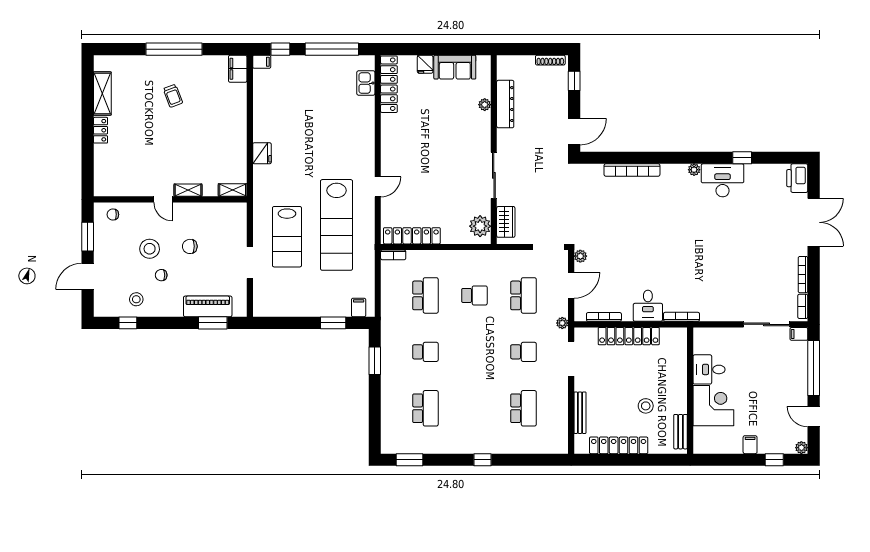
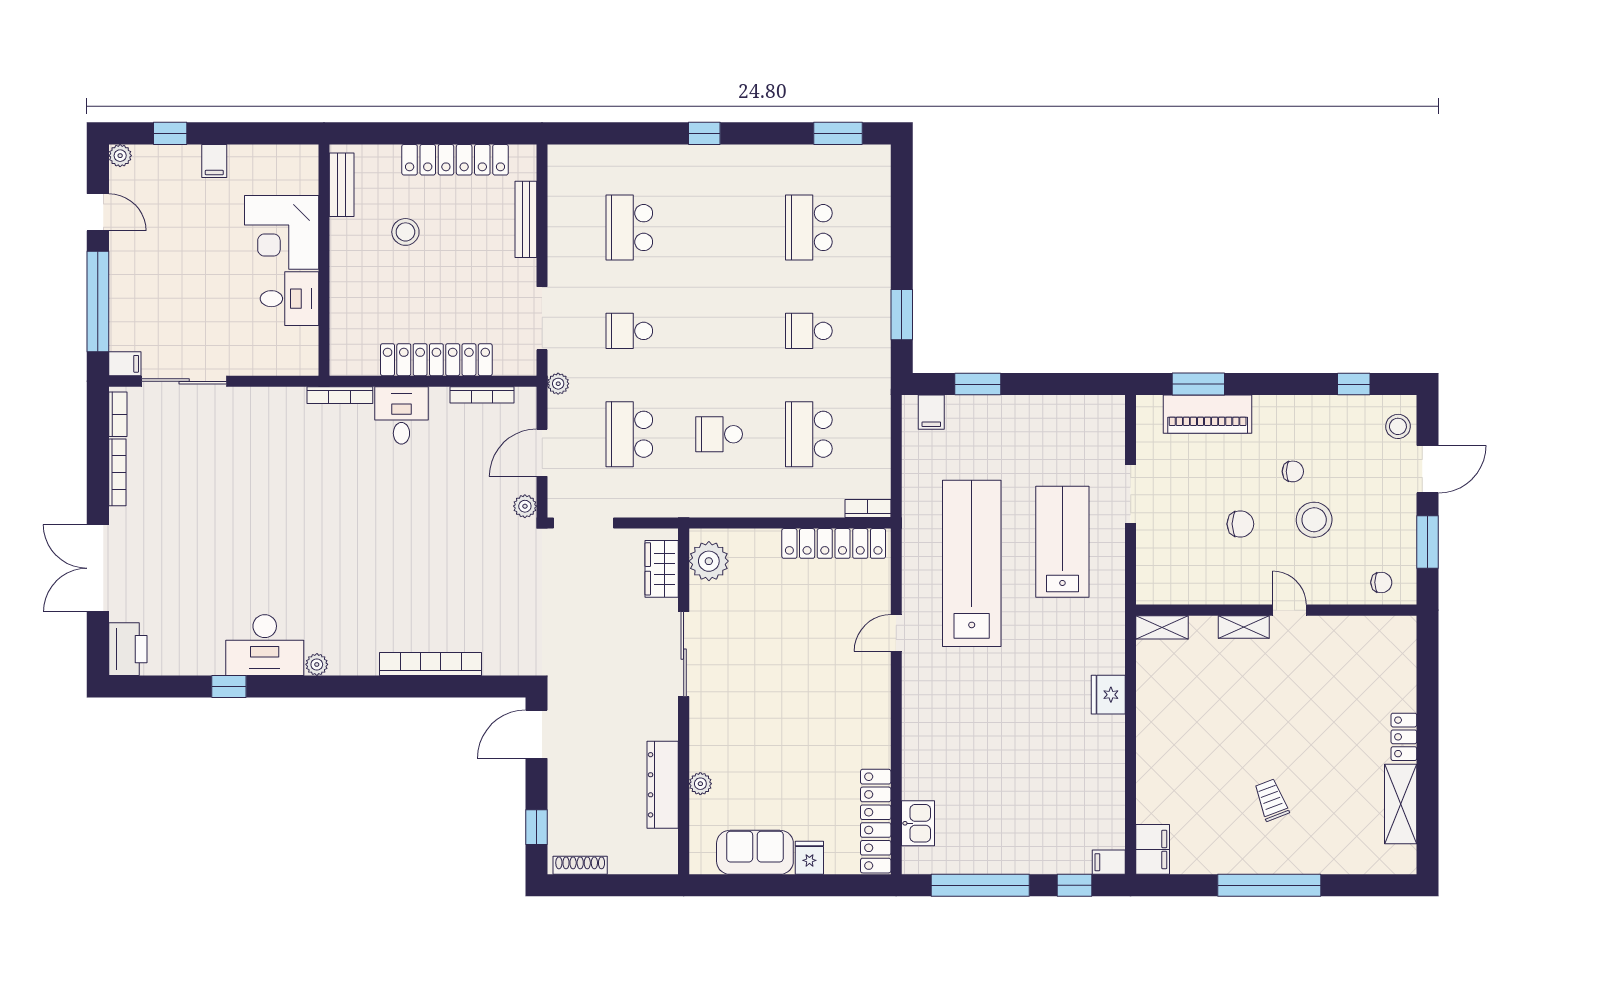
stool: (136, 299) -> (1398, 426), moved

